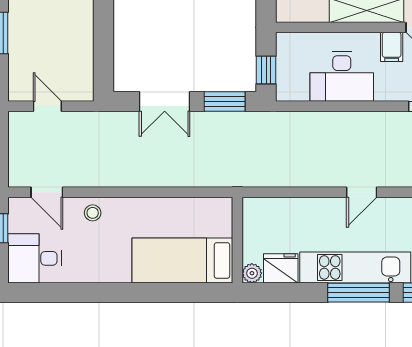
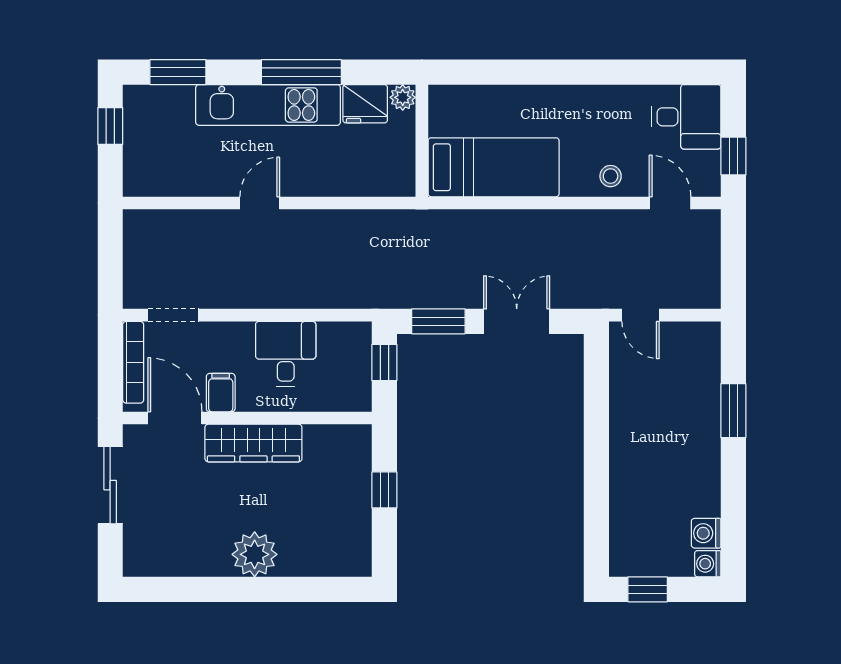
desk: (342, 77) -> (286, 354), width x0.73
door: (47, 106) -> (641, 315), moved
bed: (182, 260) -> (494, 167), moved
window: (358, 293) -> (301, 72), moved

